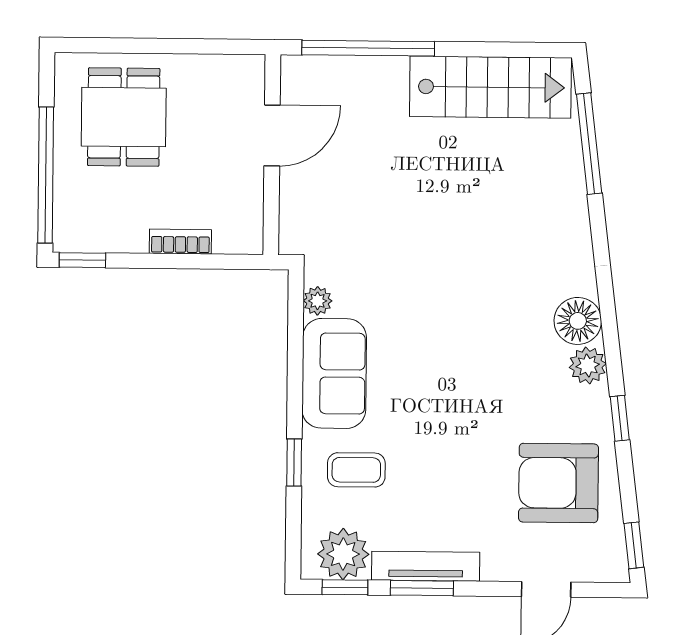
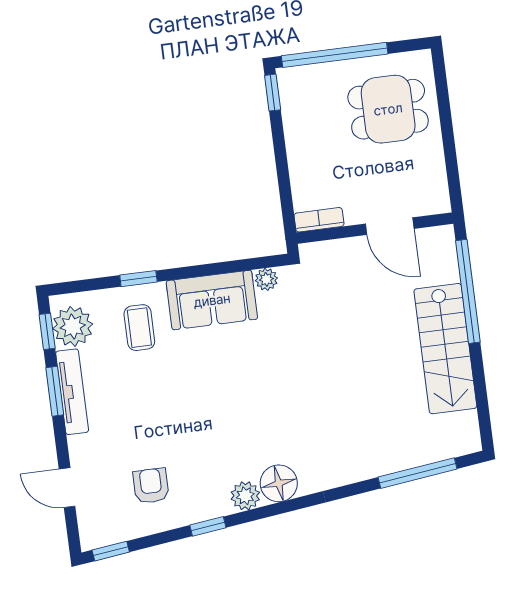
stairs: (490, 87) -> (445, 349), moved
bookcase: (180, 242) -> (319, 220), moved, turned -90
armchair: (558, 483) -> (151, 486), width x0.53, depth x0.53

